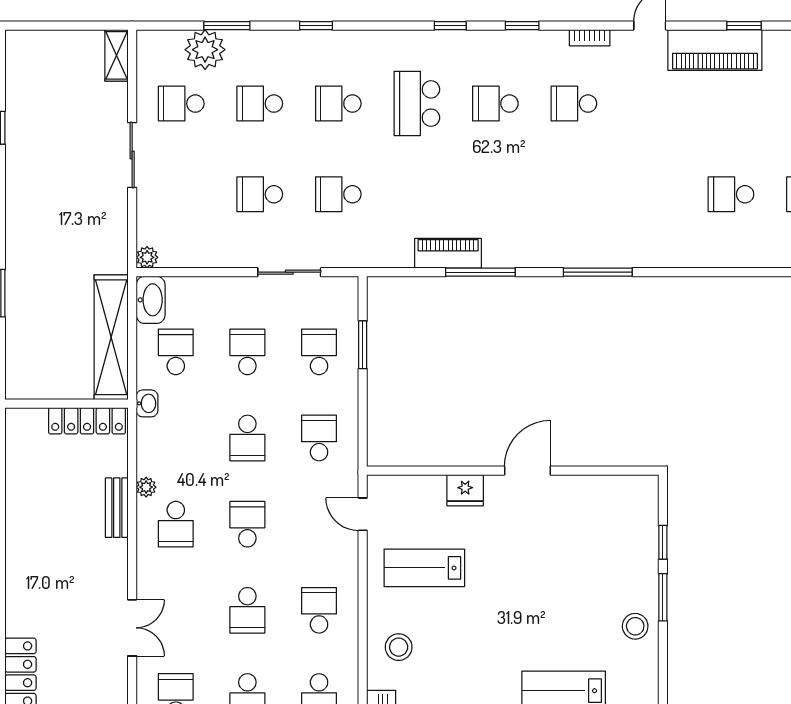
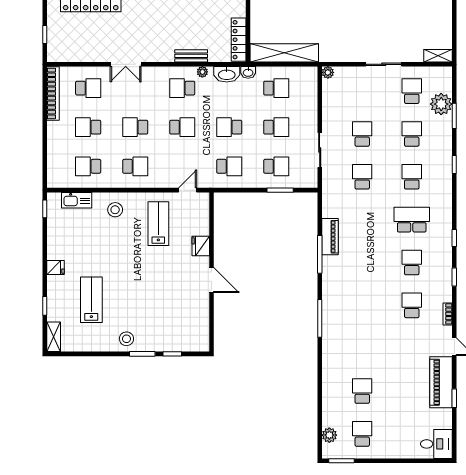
washbasin: (151, 300) -> (227, 74), moved

